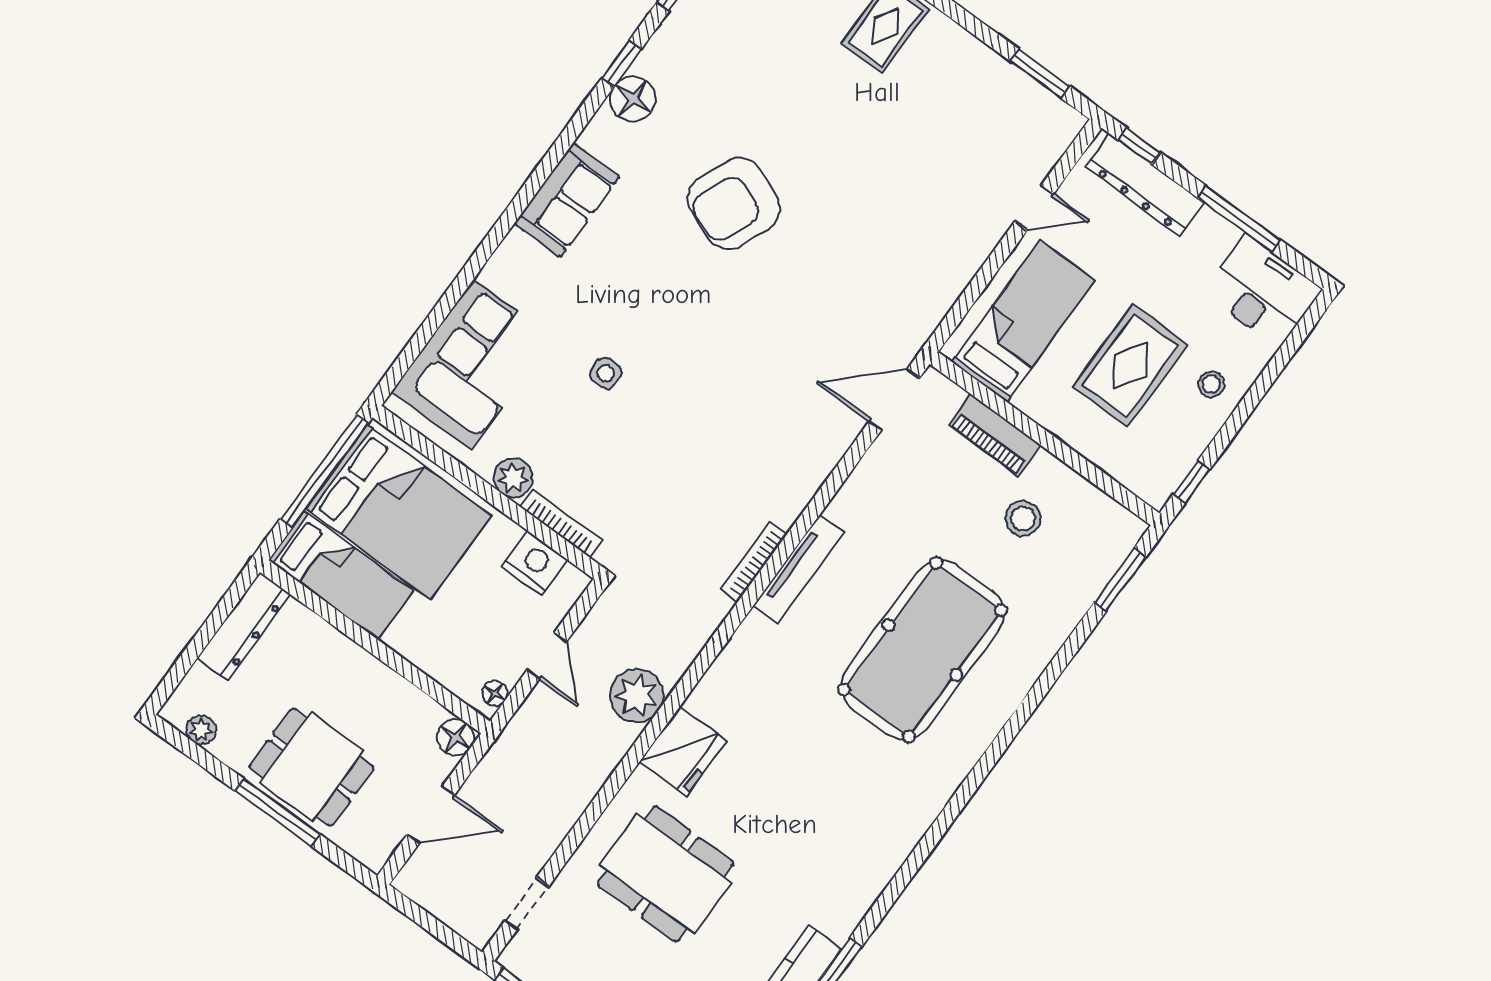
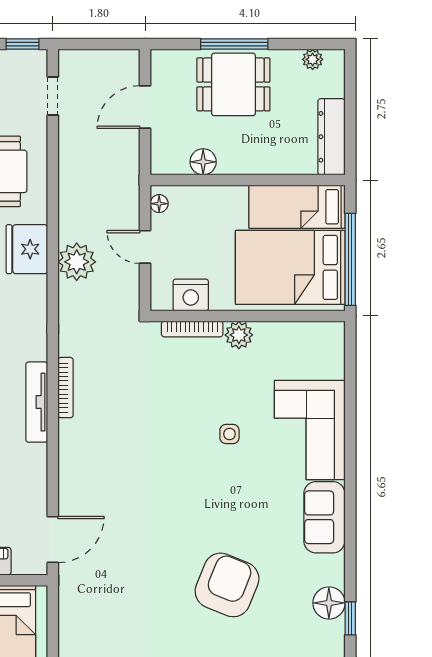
corner sofa: (472, 365) -> (310, 430), moved
floor lamp: (456, 737) -> (203, 162), moved

